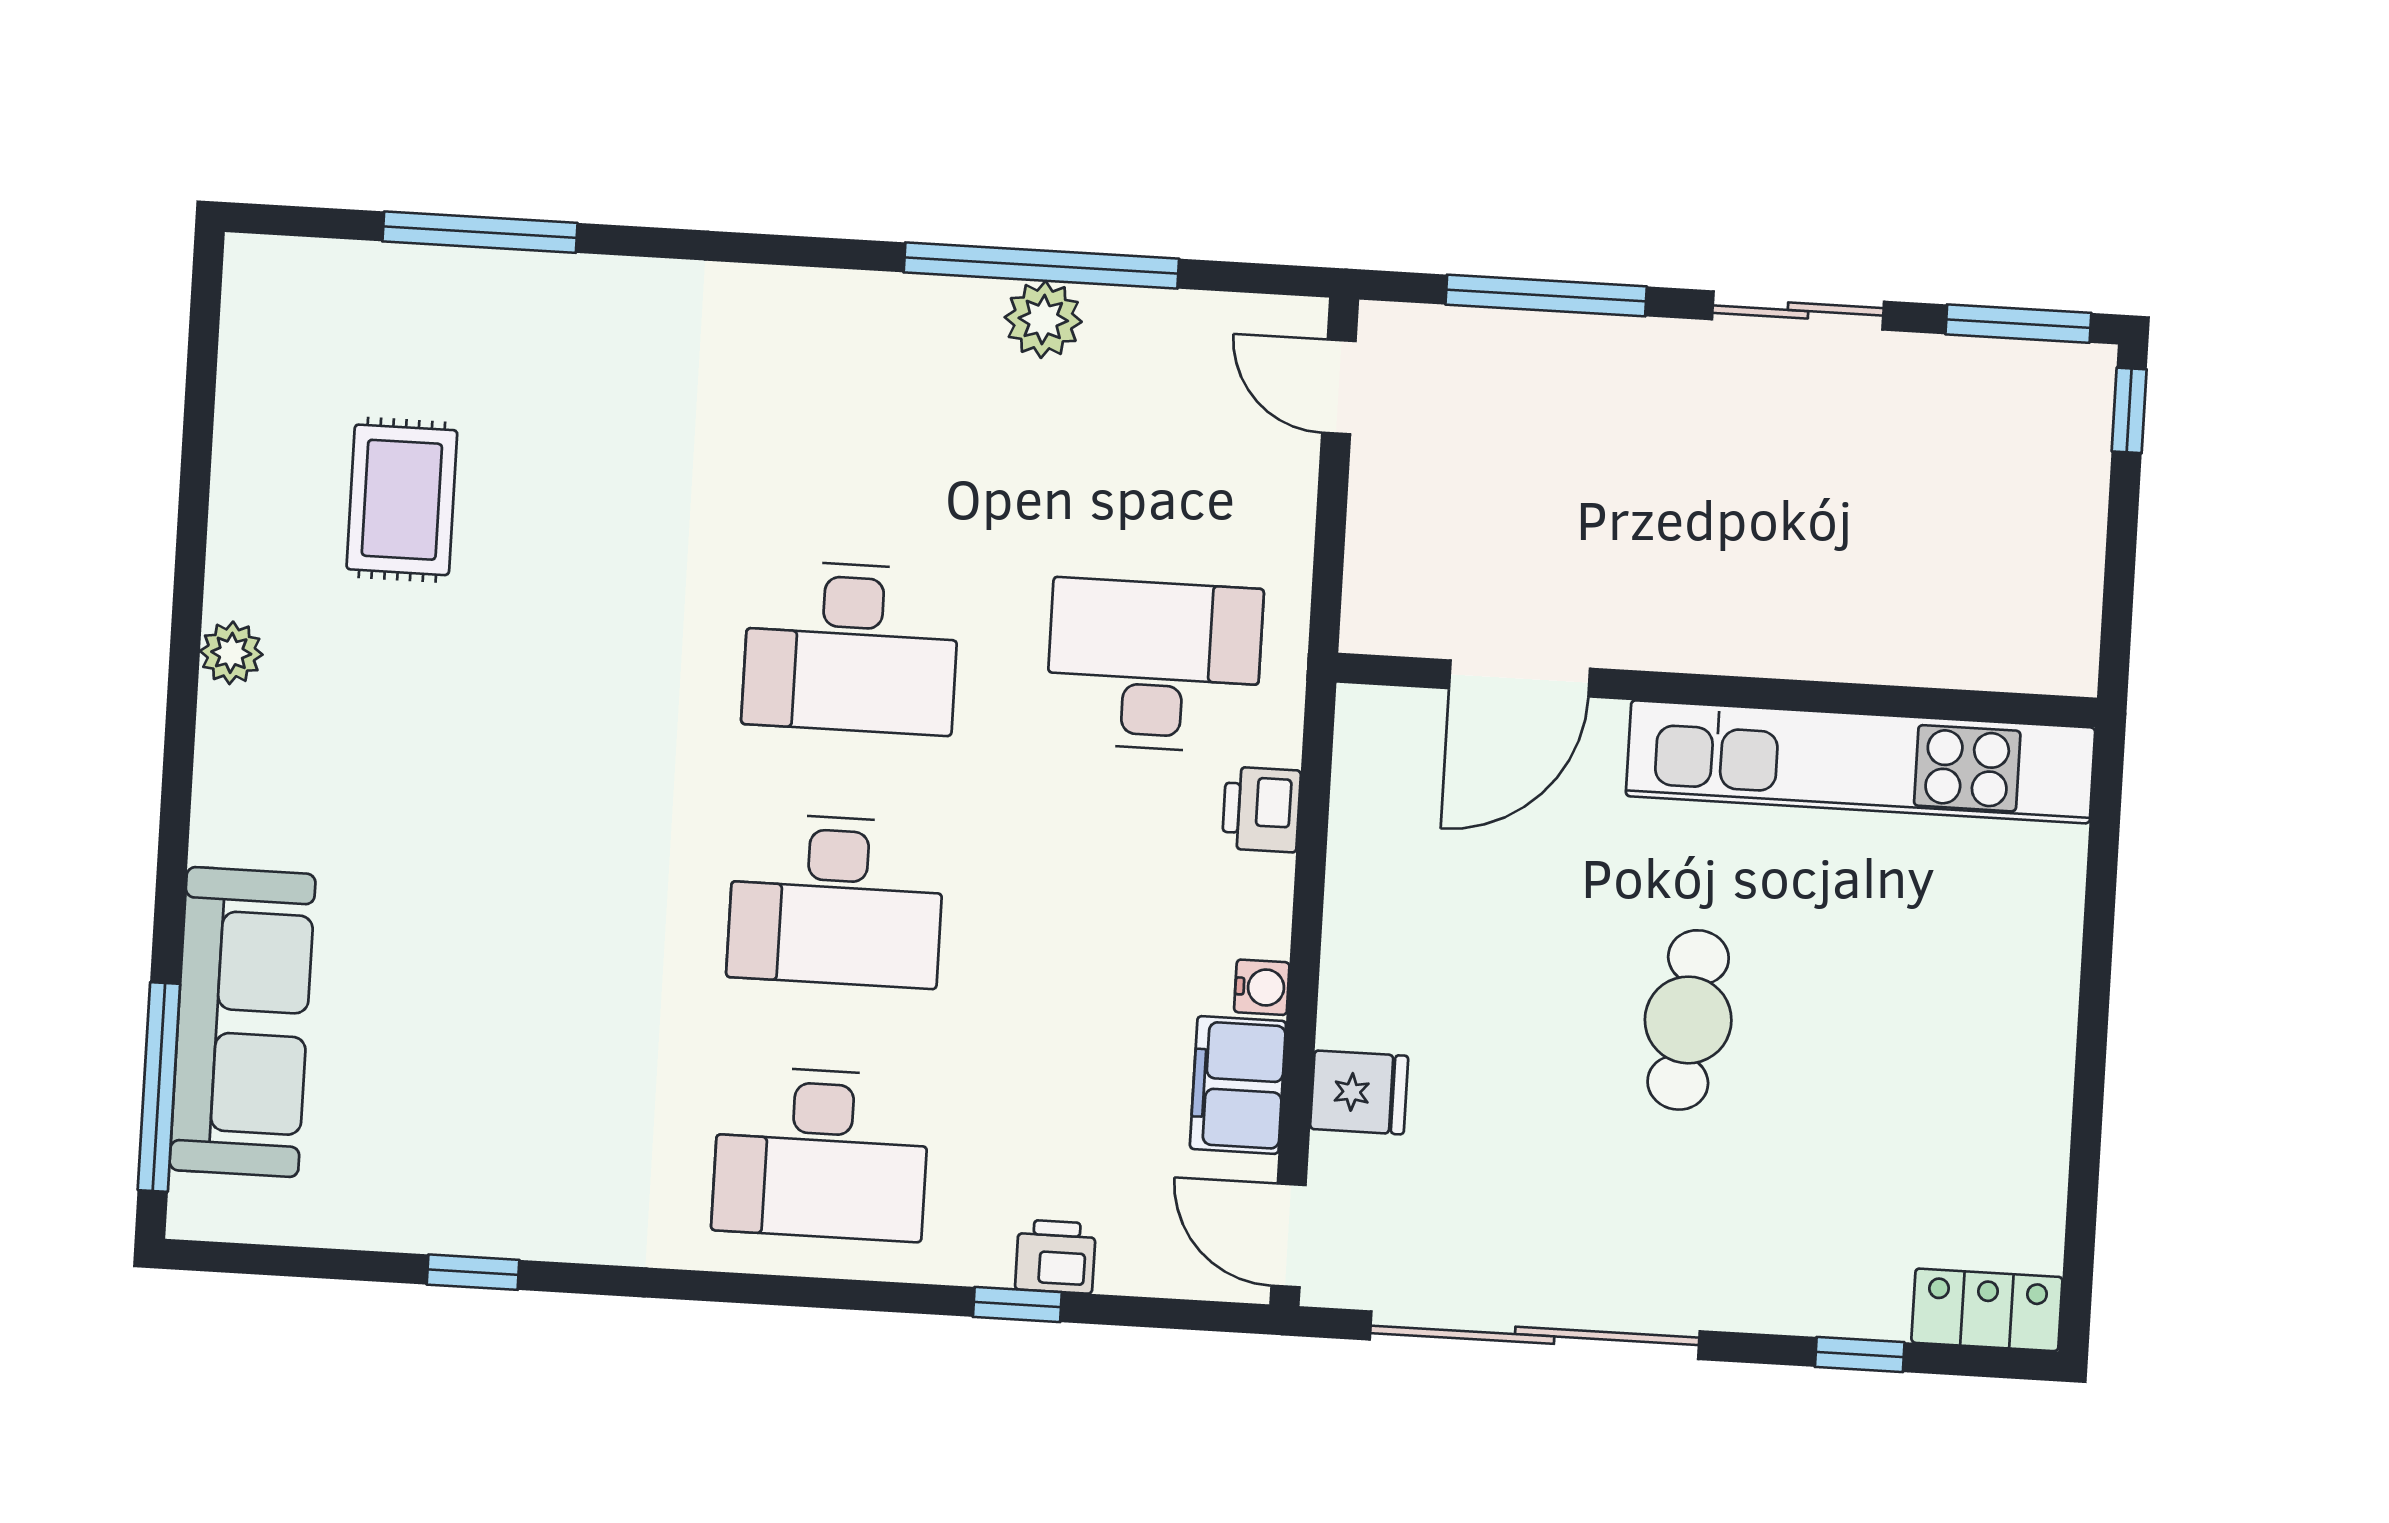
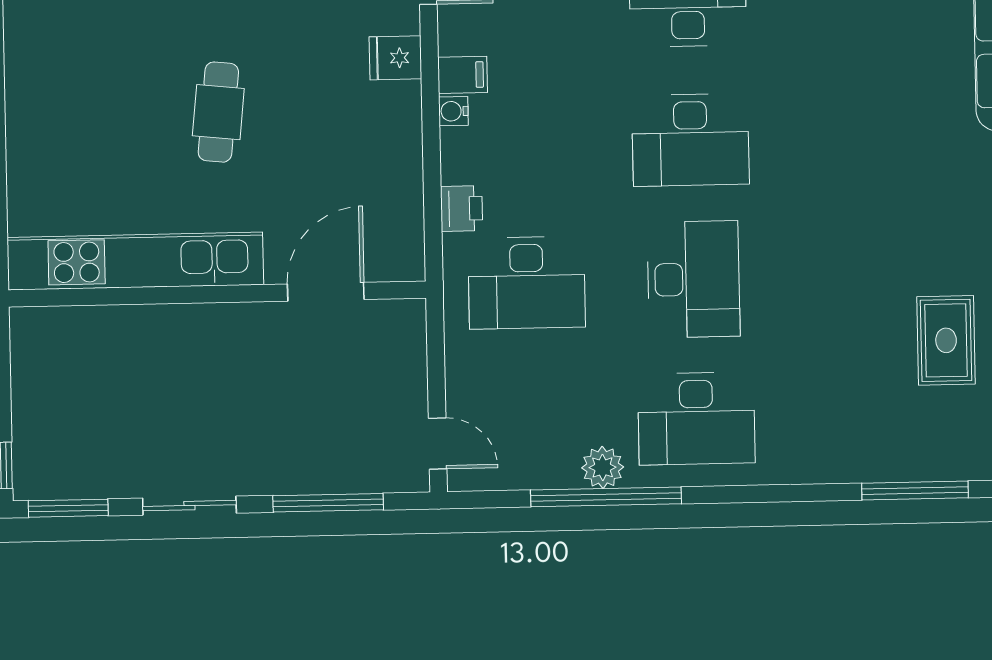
desk: (866, 394) -> (696, 419), added
desk: (851, 647) -> (693, 279), turned 90
desk: (836, 901) -> (690, 140), turned 180
filing cabinet: (1238, 1085) -> (463, 75), width x0.50

